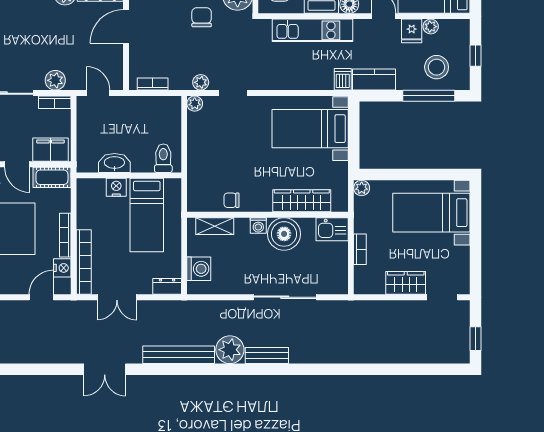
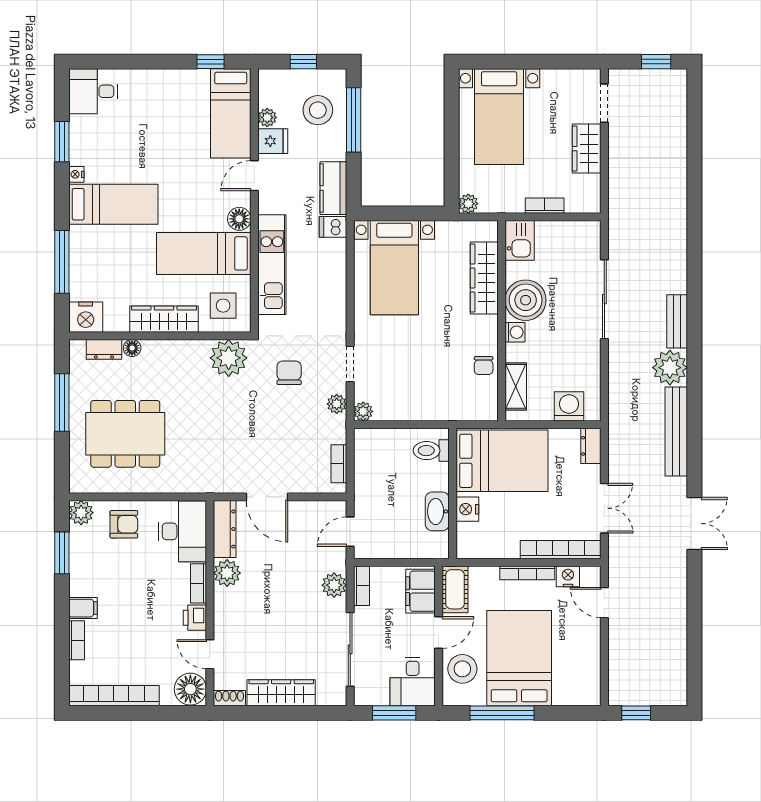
chair: (202, 17) -> (289, 373), moved, turned 90
bed: (147, 215) -> (502, 461), width x1.50

